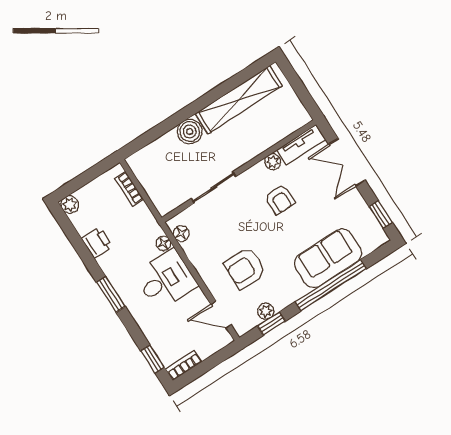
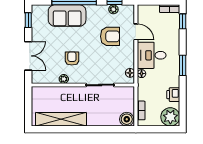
boiler: (190, 132) -> (127, 119), moved
tv unit: (301, 145) -> (45, 78), removed
plant: (70, 205) -> (170, 117), width x1.87, depth x1.87
door: (221, 314) -> (136, 32), moved

